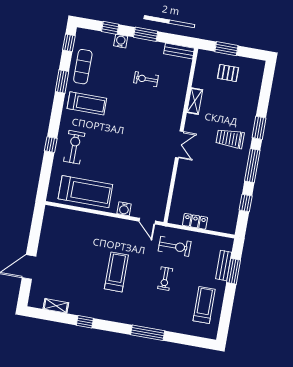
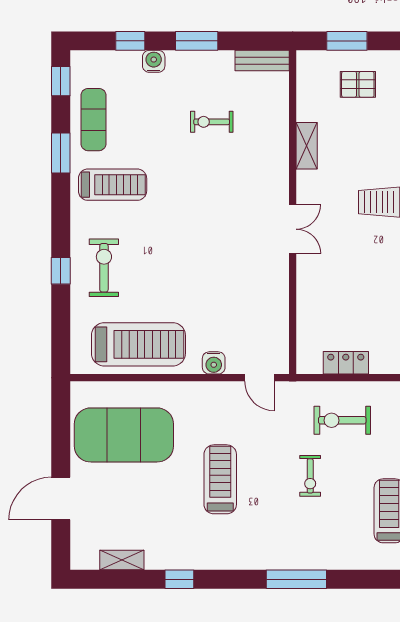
exercise mat: (69, 239) -> (124, 435), added
exercise bike: (175, 246) -> (342, 420), moved, turned 180

